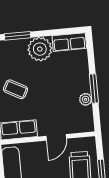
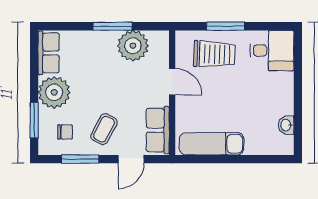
chair: (11, 60) -> (65, 132), added
plant: (86, 99) -> (133, 46), width x1.88, depth x1.88

